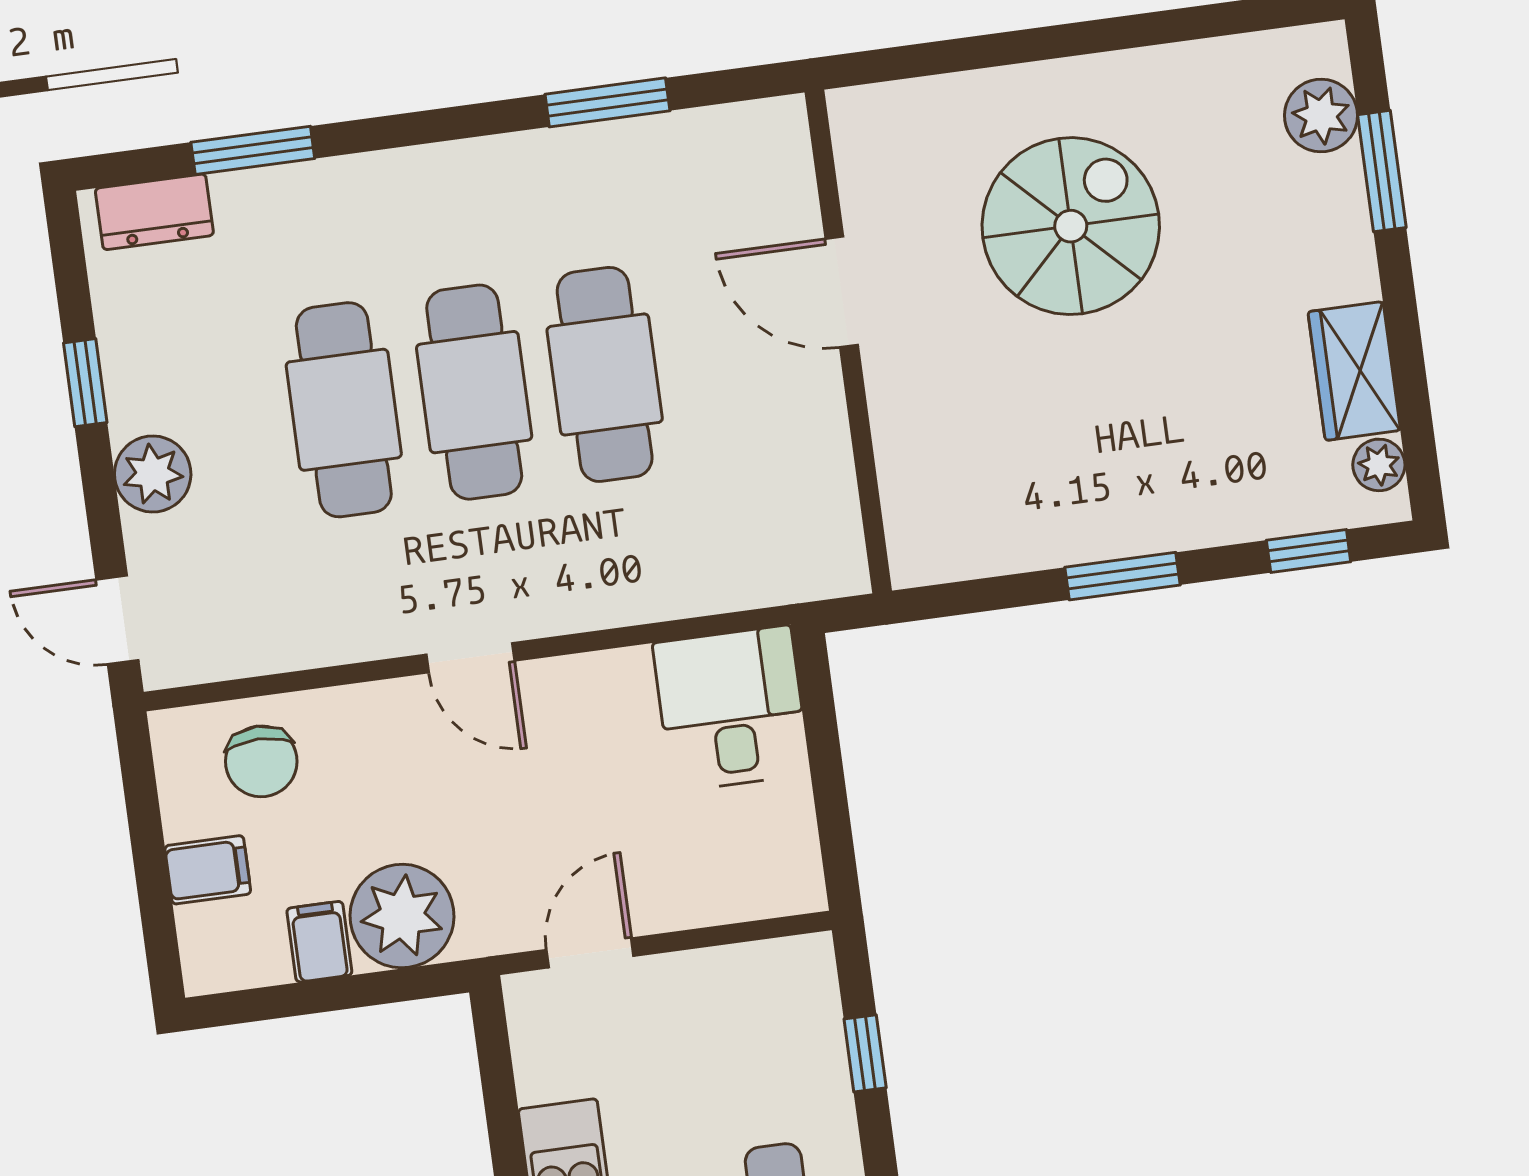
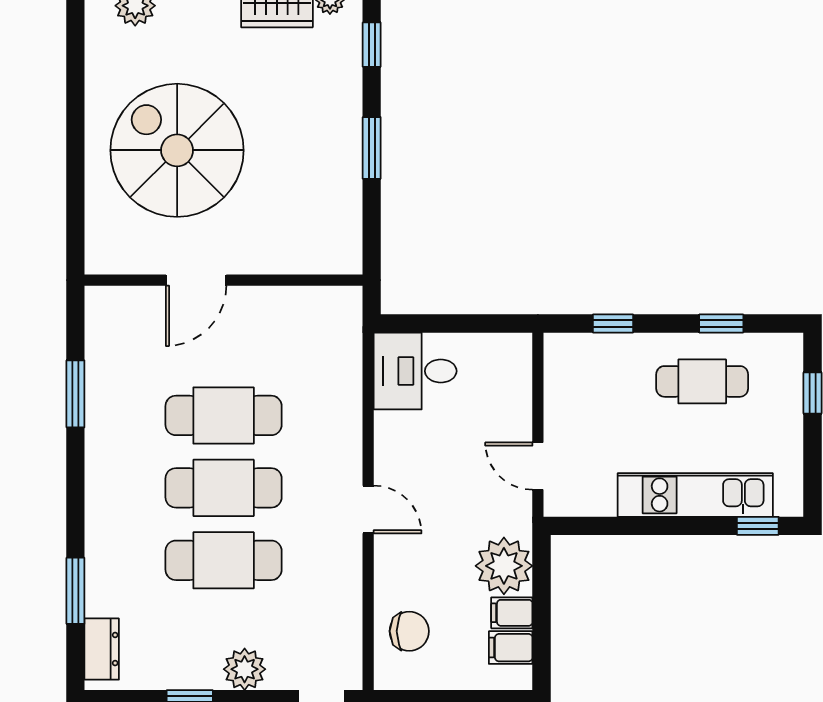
spiral stairs: (1071, 226) -> (177, 150), width x1.37, depth x1.37
door: (470, 658) -> (368, 510), hinge flipped
filing cabinet: (208, 870) -> (511, 648), moved, turned -90

